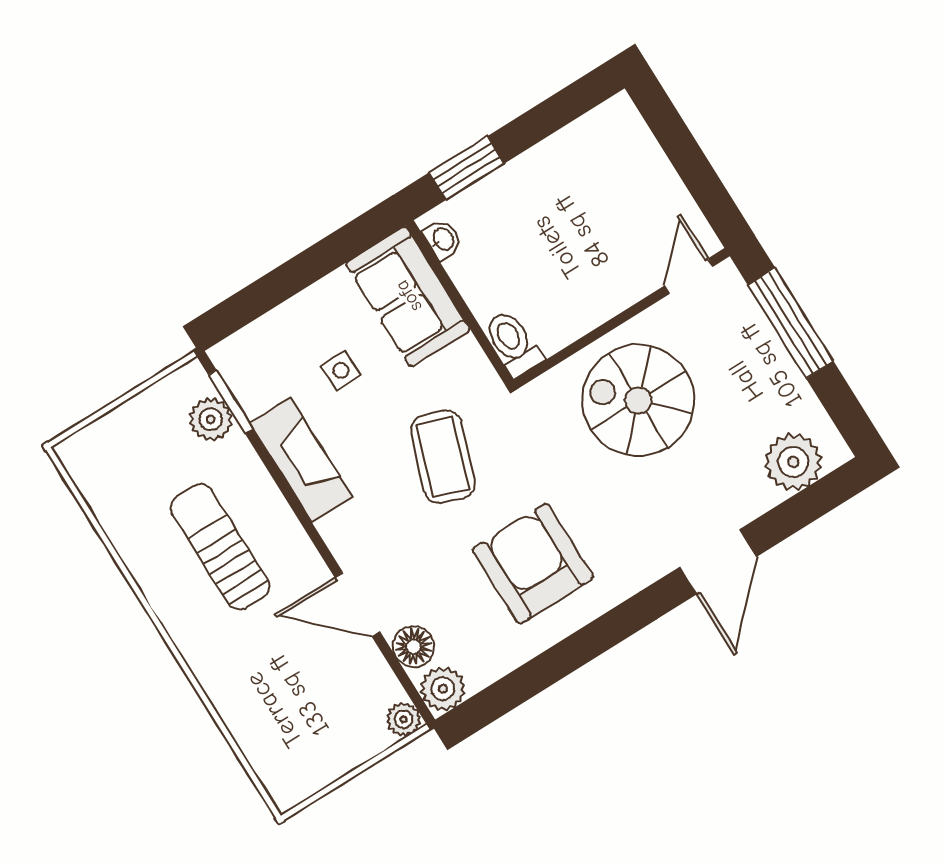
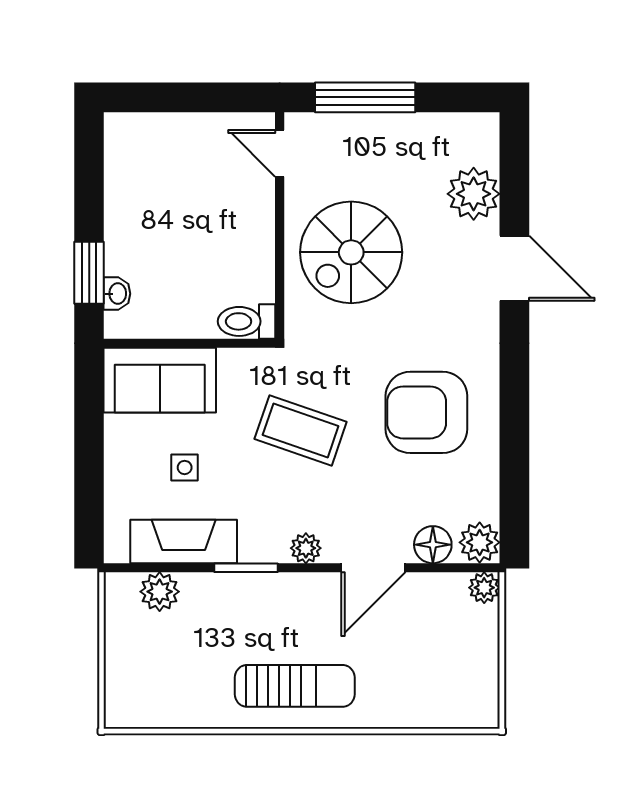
washbasin: (443, 239) -> (117, 294), moved, turned 90
window: (231, 402) -> (246, 568), moved
fireplace: (301, 460) -> (184, 541), moved
plant: (793, 462) -> (474, 194), moved
plant: (336, 530) -> (306, 548), added
sun lounger: (220, 547) -> (295, 686), moved, turned 180

